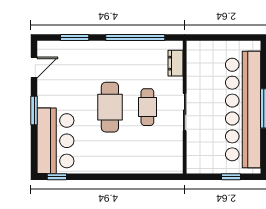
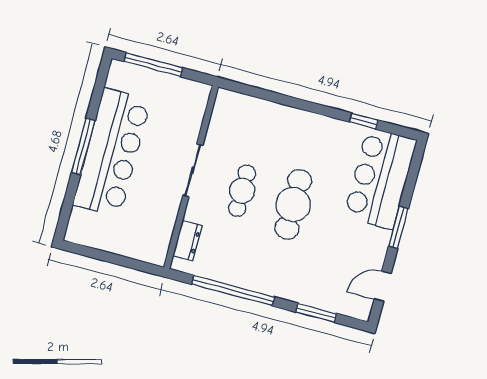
bar counter: (243, 110) -> (112, 152), width x0.73
window: (57, 177) -> (364, 121), moved
window: (231, 177) -> (153, 65), width x2.17

